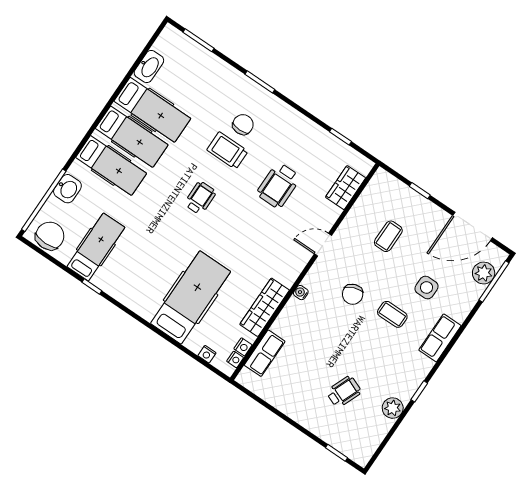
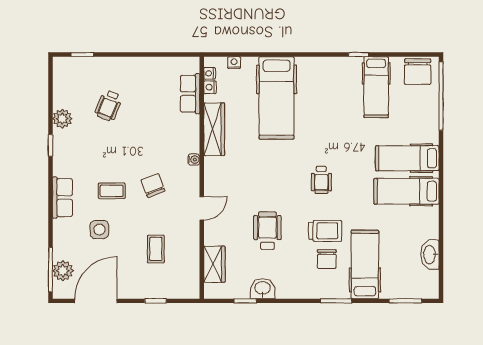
hospital bed: (152, 110) -> (365, 264), moved, turned 90
washbasin: (67, 189) -> (263, 289), moved, turned 90

